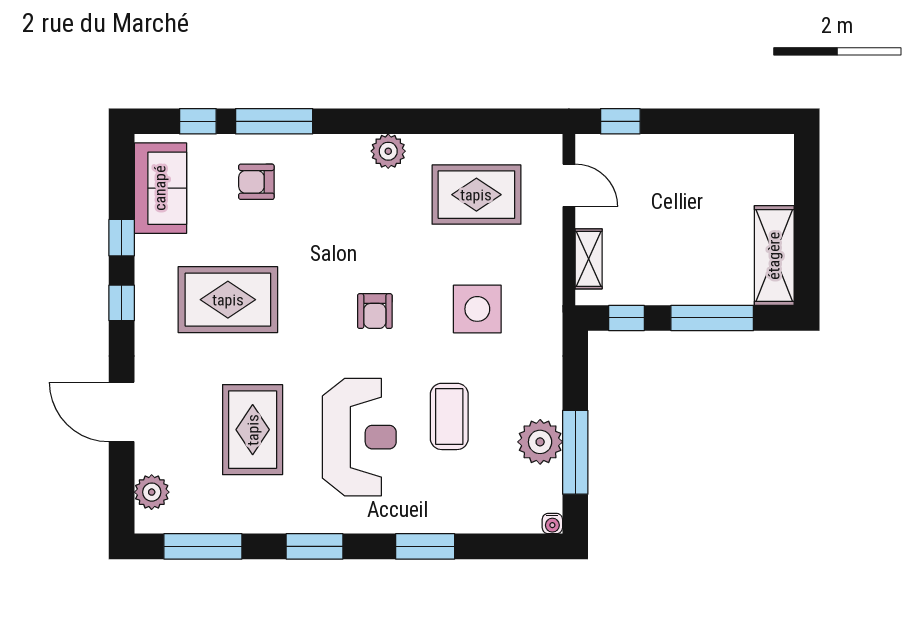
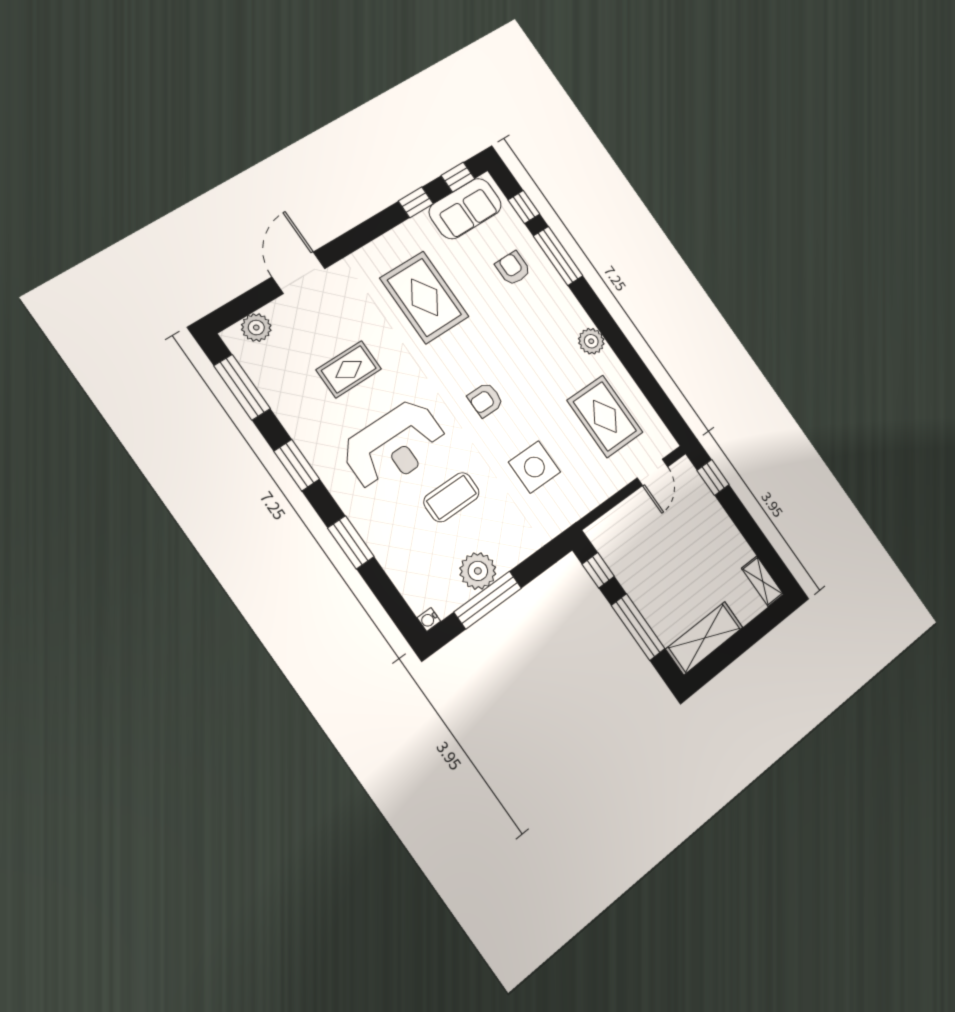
shelving: (589, 259) -> (763, 581), moved, turned 90
window: (122, 303) -> (458, 177), moved
rug: (253, 430) -> (349, 369), width x0.73, depth x0.70

